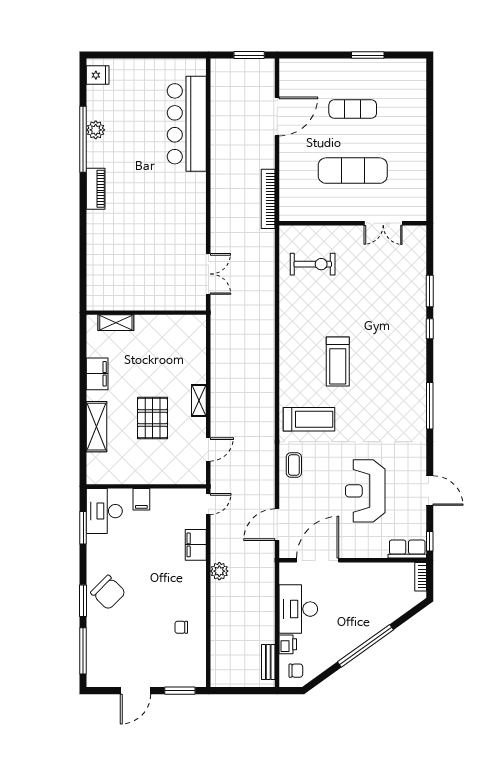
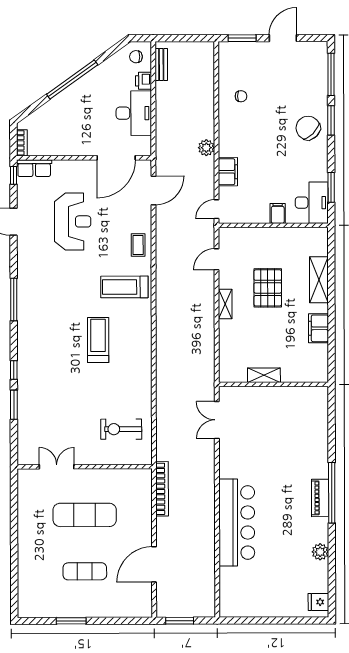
bar counter: (187, 124) -> (237, 523), moved
window: (83, 139) -> (332, 493), moved
shelving: (116, 323) -> (264, 375), moved

